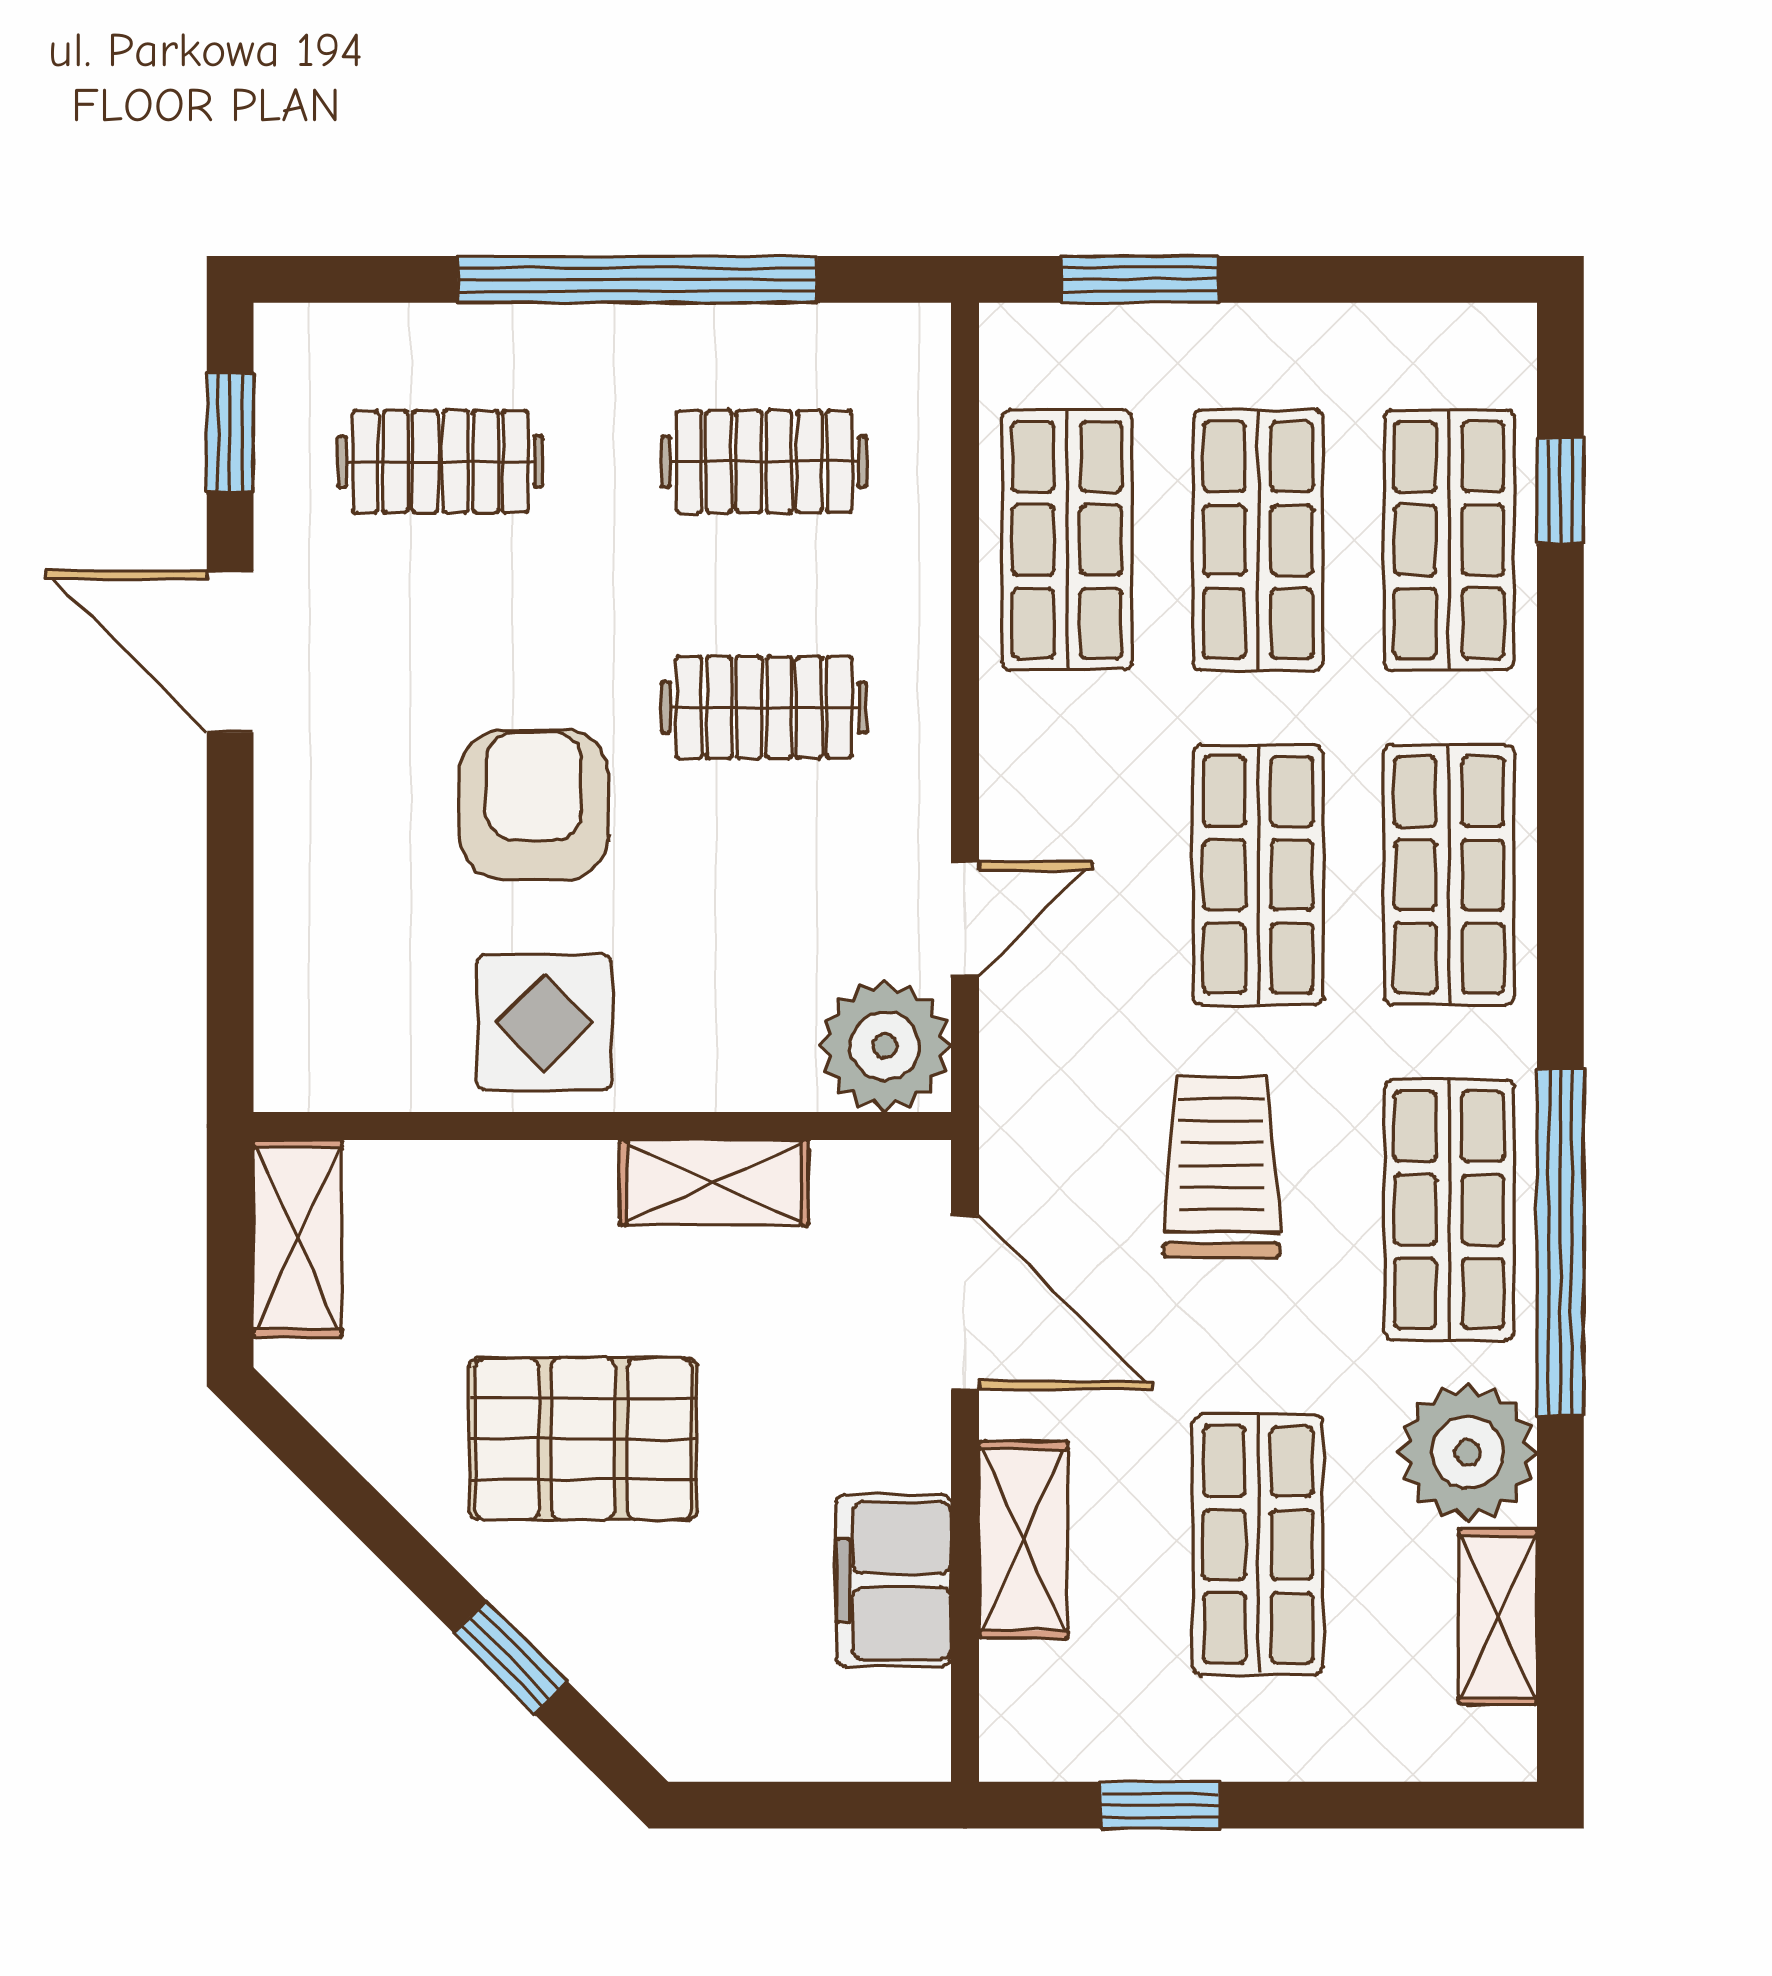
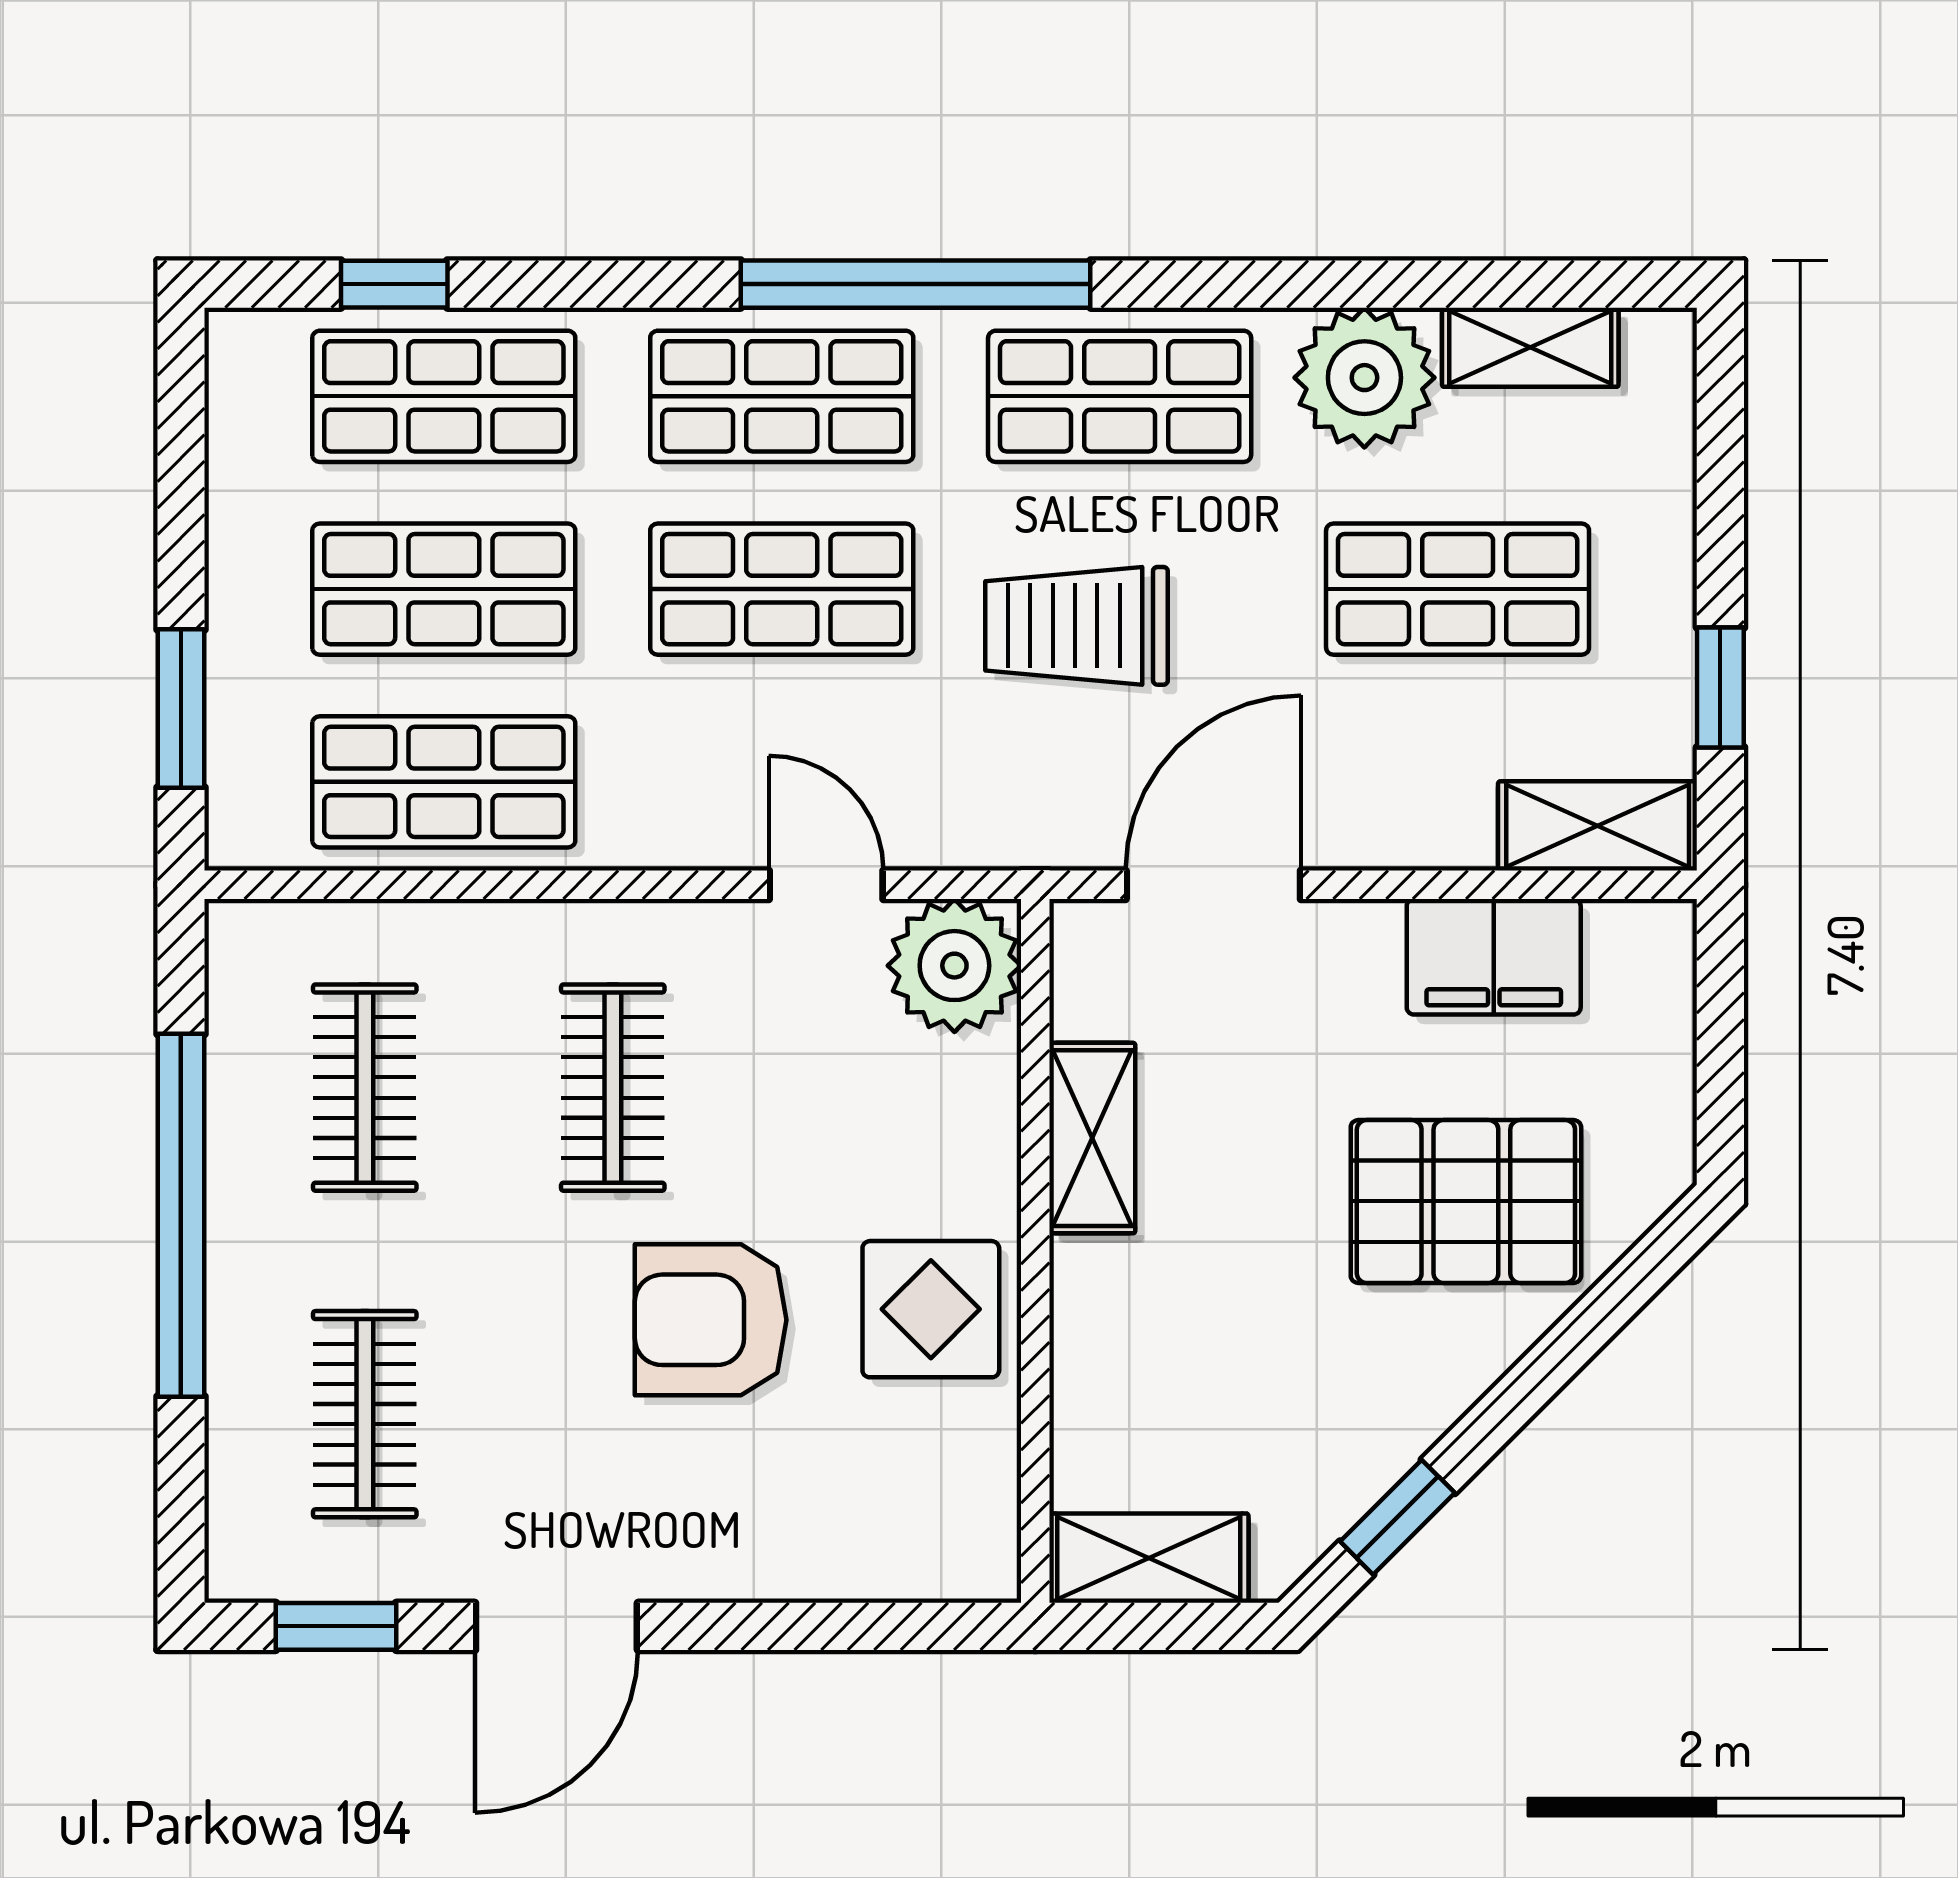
window: (1560, 1242) -> (916, 284), moved
pallet: (583, 1439) -> (1466, 1201), moved, turned 90
shelving: (1023, 1540) -> (1598, 826), moved
window: (510, 1657) -> (1397, 1517), moved

